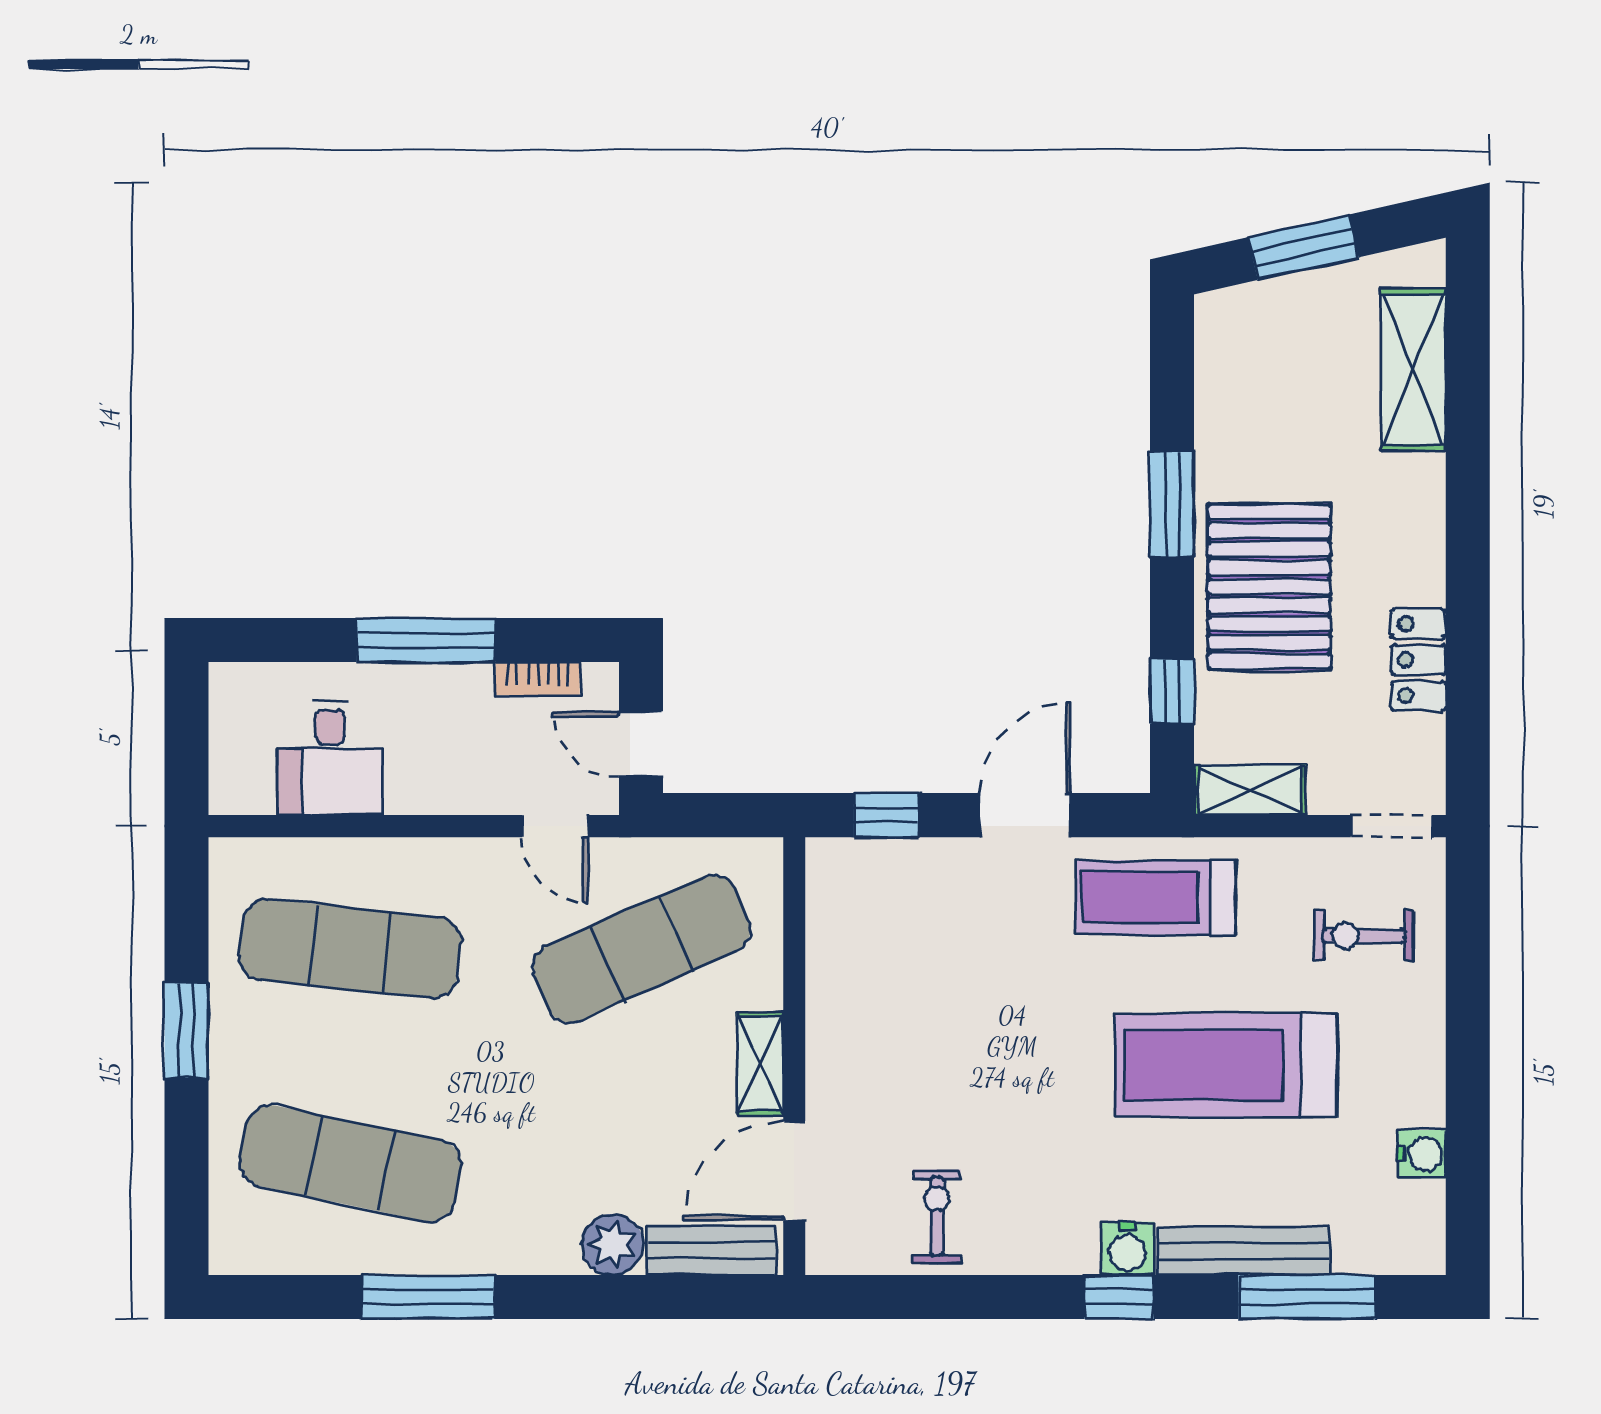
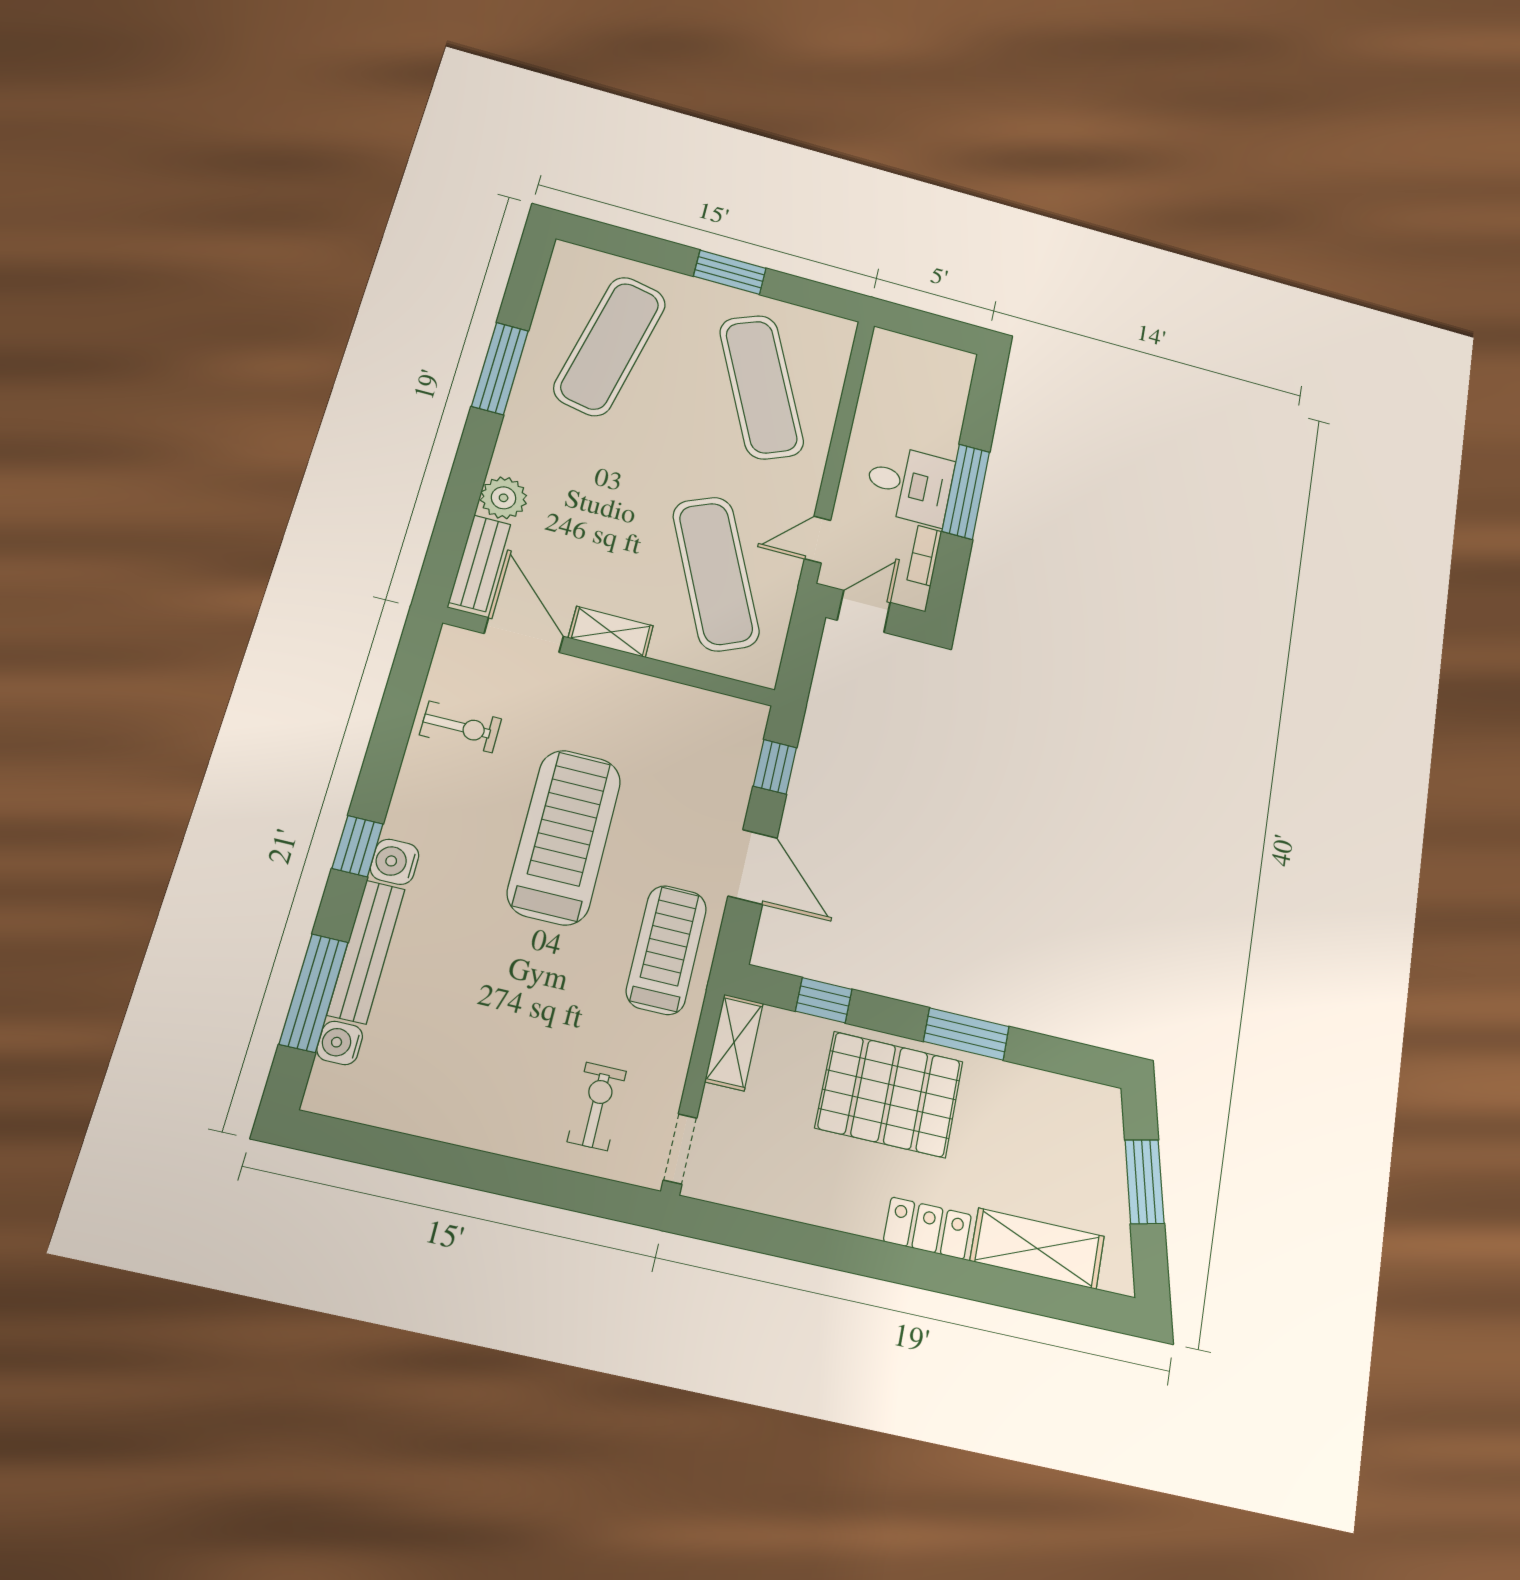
locker: (1418, 660) -> (928, 1228), moved
desk: (330, 758) -> (909, 485), moved, turned 180
exercise mat: (350, 949) -> (761, 387), turned -30
treadmill: (1226, 1065) -> (564, 837), moved
water cooler: (1422, 1154) -> (340, 1043), moved, turned 90

